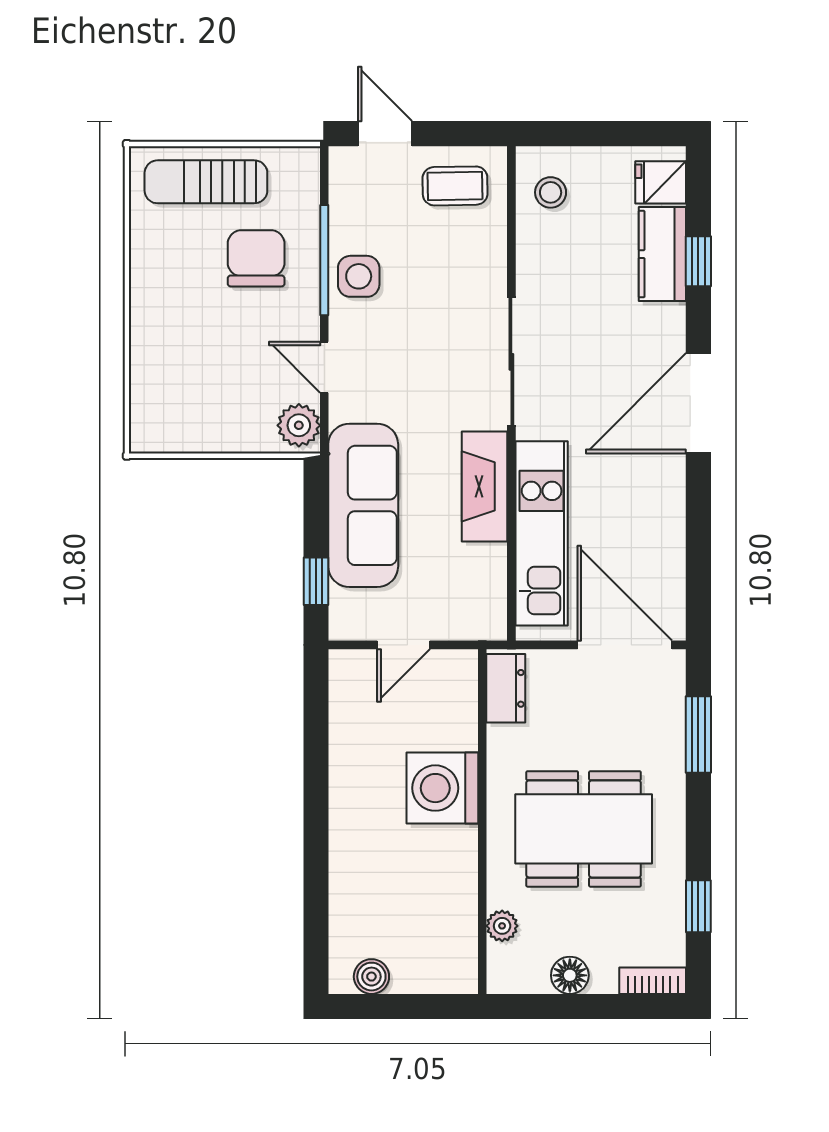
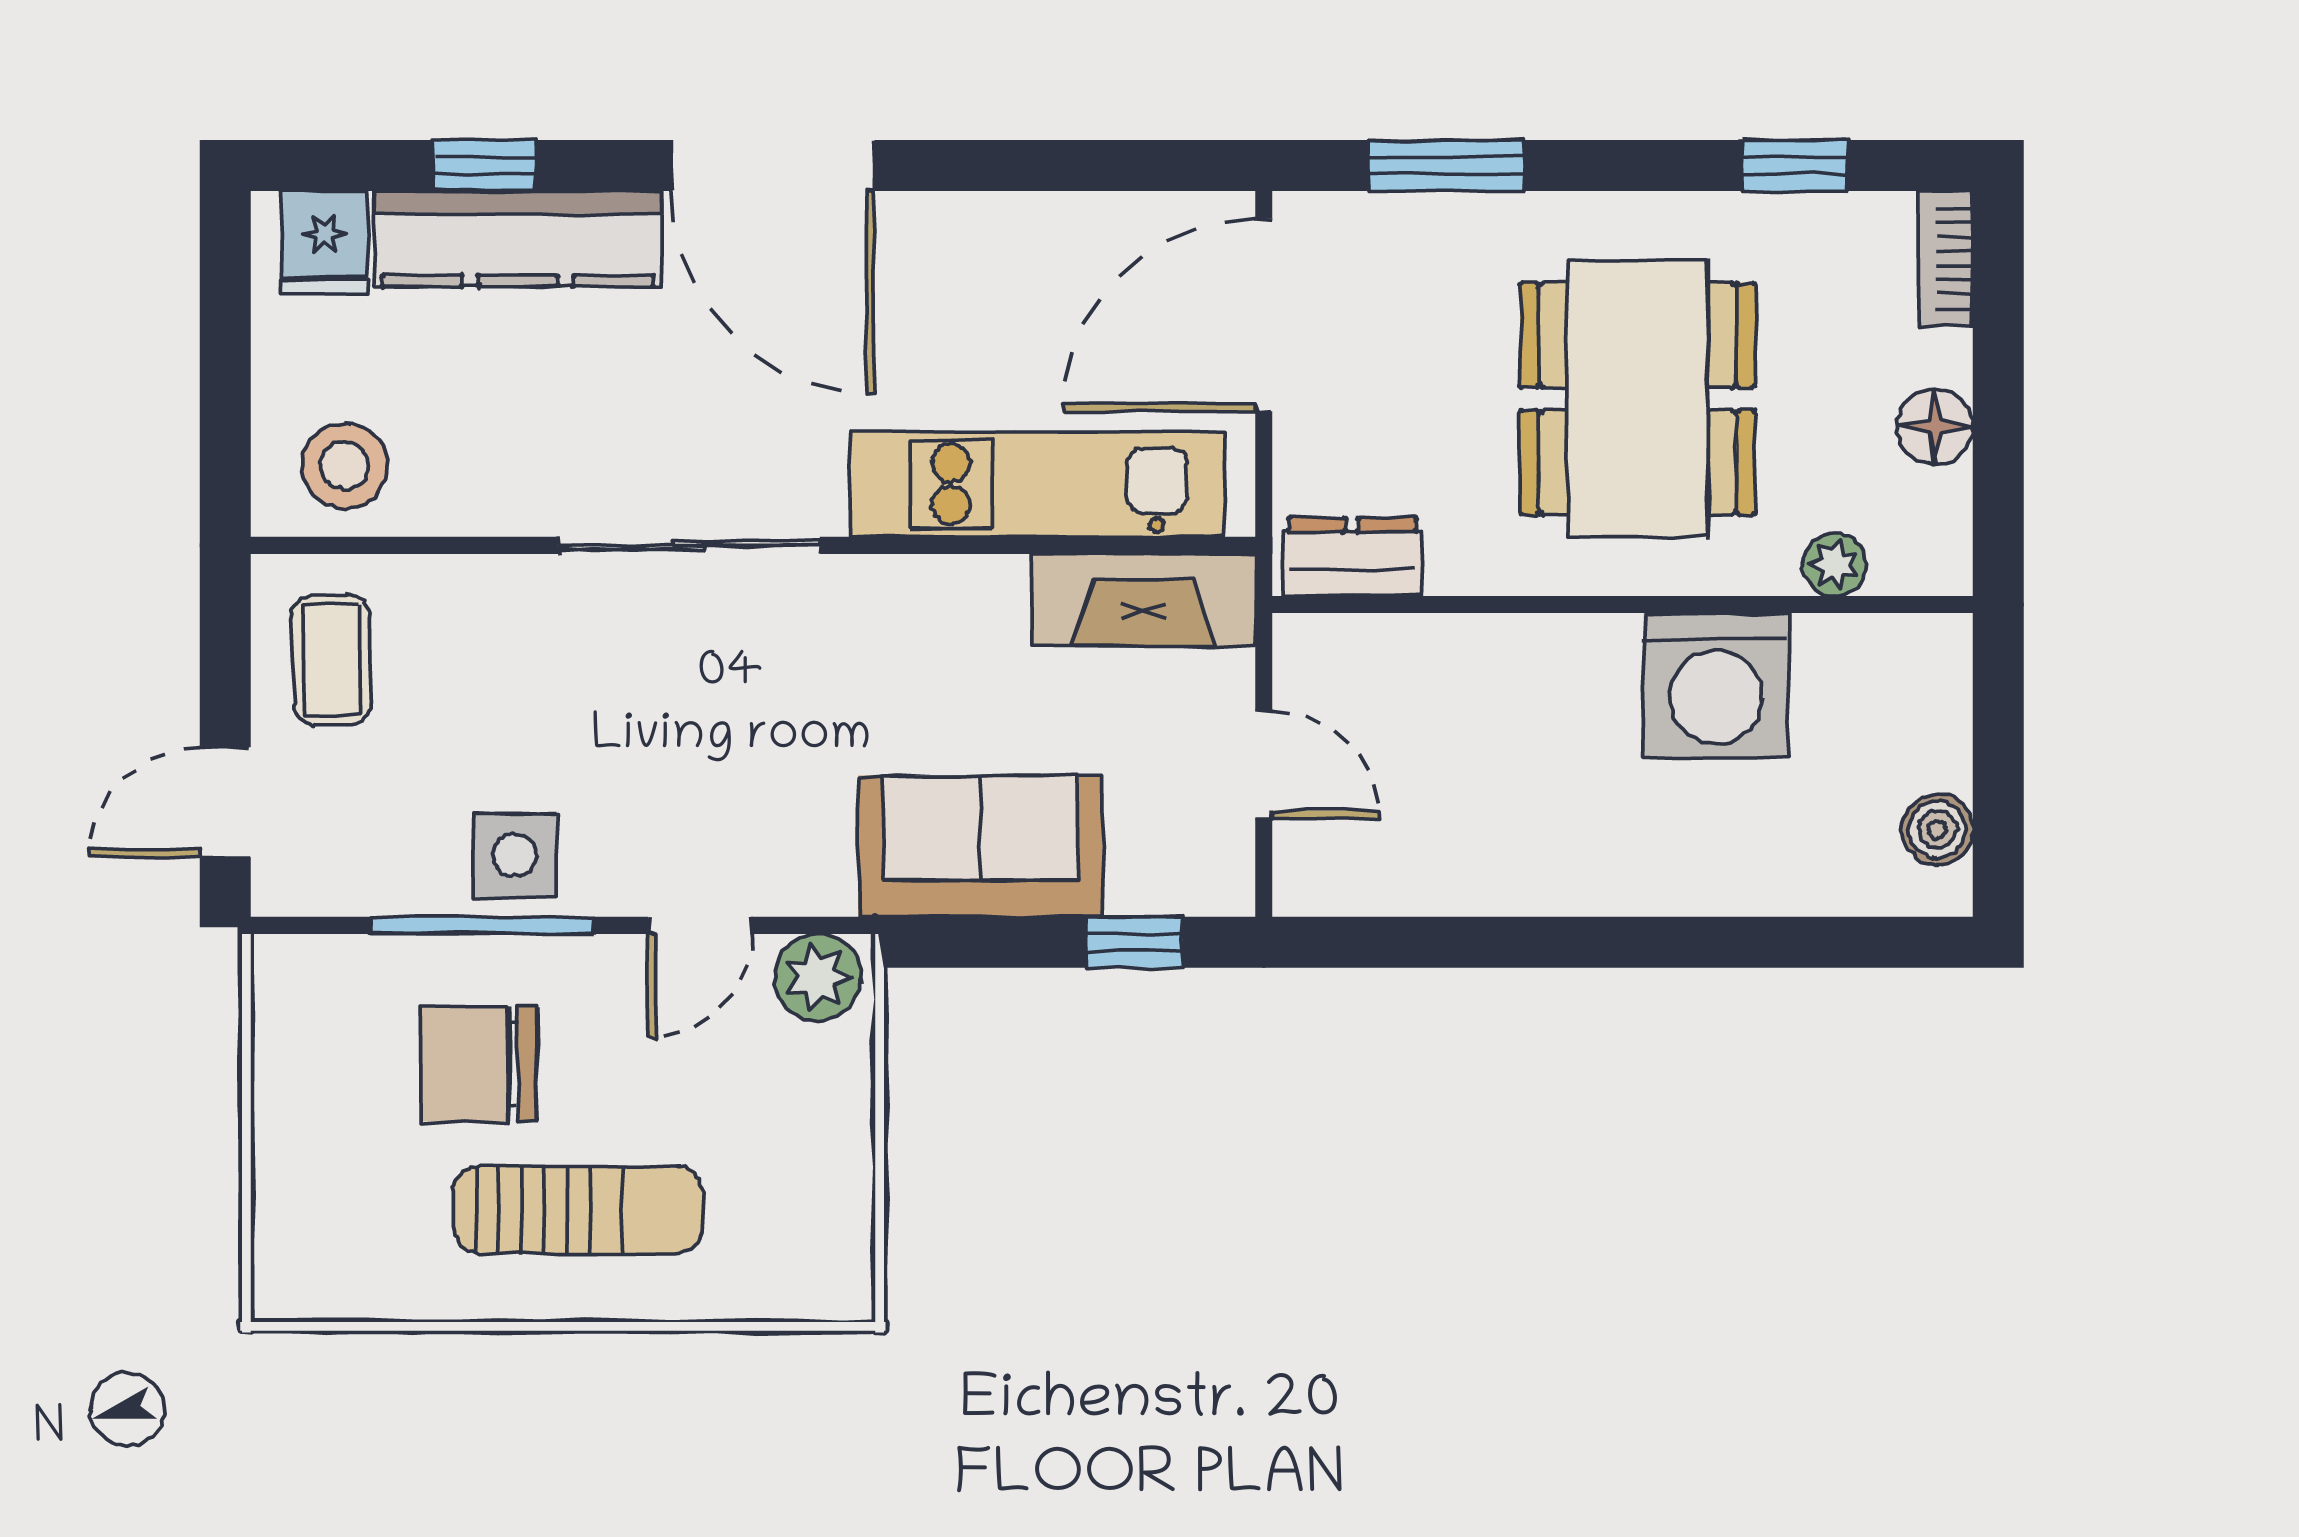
sun lounger: (206, 182) -> (578, 1210), moved, turned -90
stool: (551, 192) -> (345, 466), width x1.37, depth x1.37
kitchen counter: (662, 254) -> (518, 239), width x1.50
fireplace: (485, 486) -> (1143, 600), moved
sofa: (363, 505) -> (980, 846), width x0.73
washing machine: (442, 788) -> (1716, 685), moved

